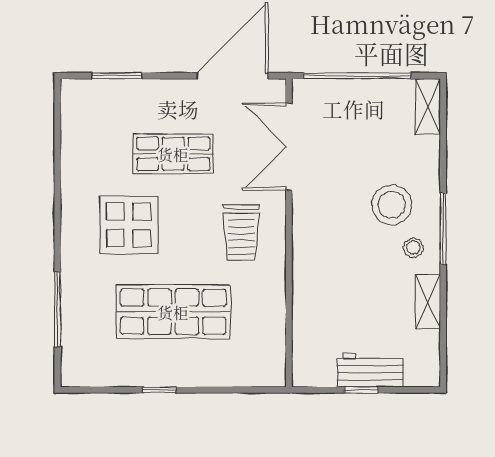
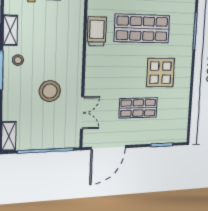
double door: (289, 147) -> (82, 113), width x0.73
stool: (392, 205) -> (50, 91), moved
trolley: (241, 233) -> (97, 31), moved

